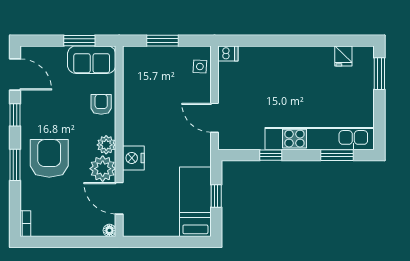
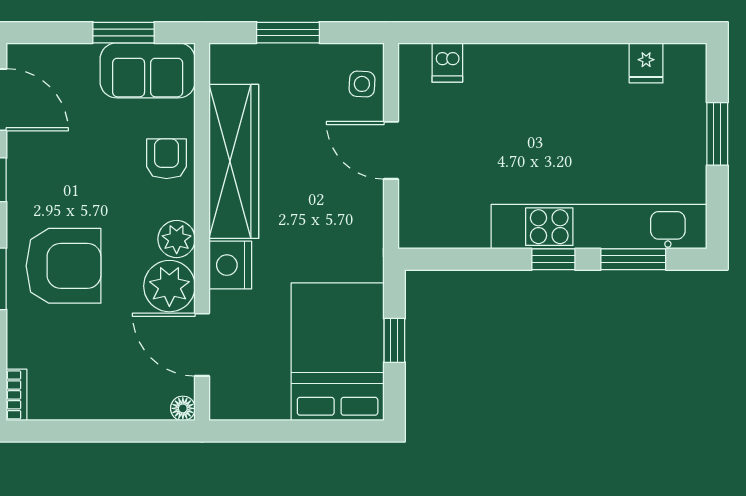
dishwasher: (228, 53) -> (447, 63), moved, turned 90
window: (379, 74) -> (717, 134), moved
wardrobe: (135, 106) -> (234, 161), added
door: (215, 118) -> (391, 150), moved
window: (271, 155) -> (553, 259), moved
armchair: (49, 158) -> (64, 266), turned 90
bed: (195, 202) -> (338, 352), width x1.50

